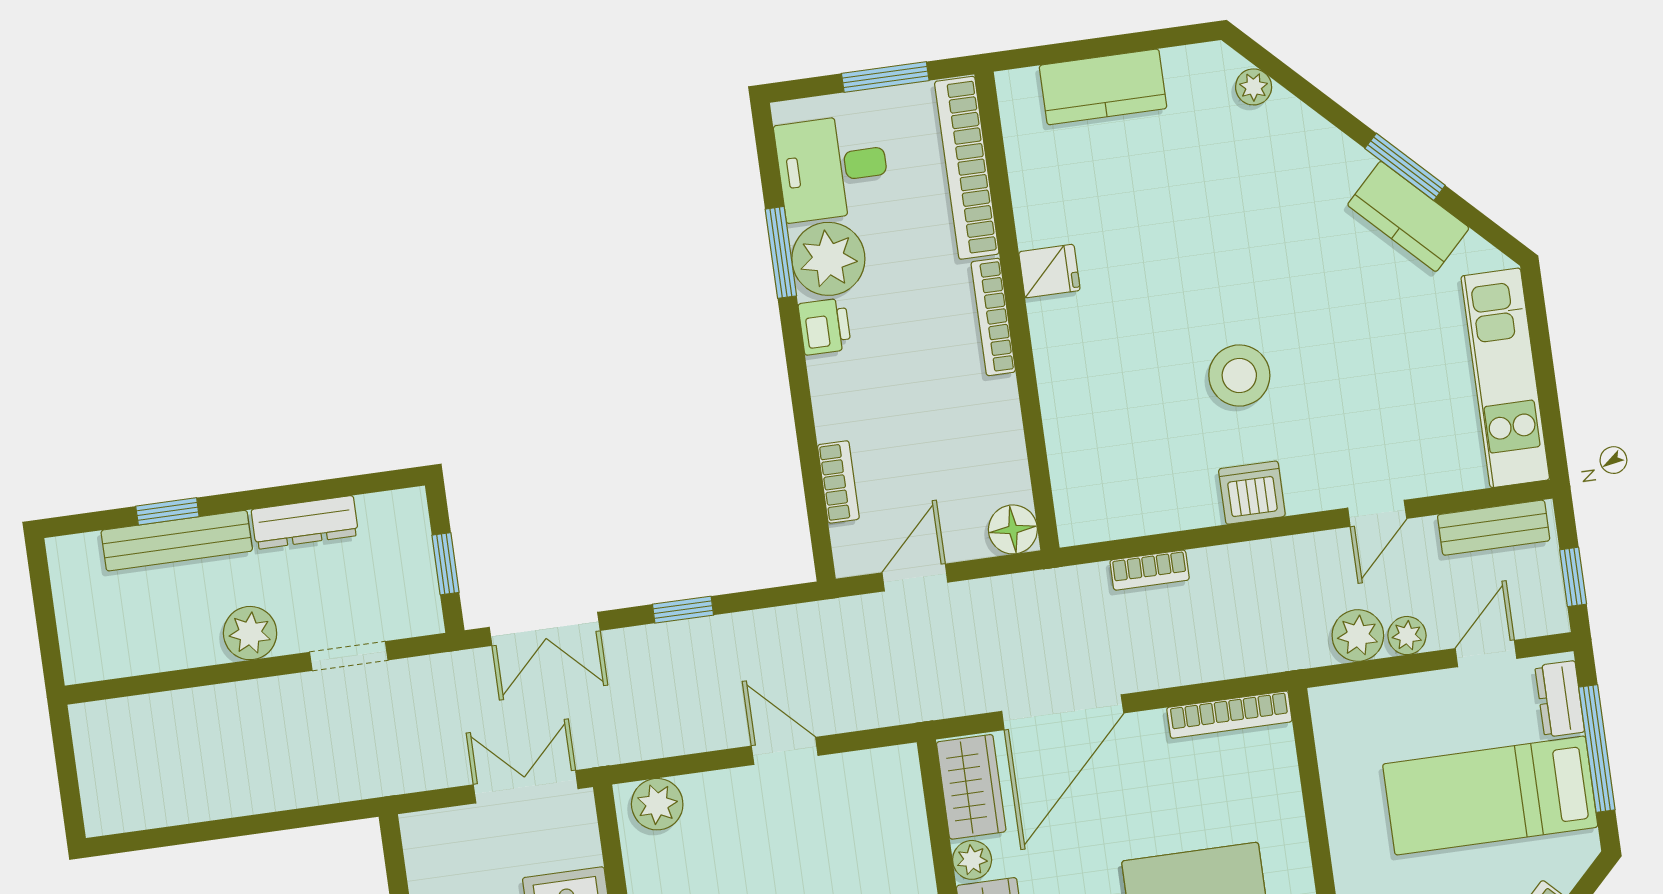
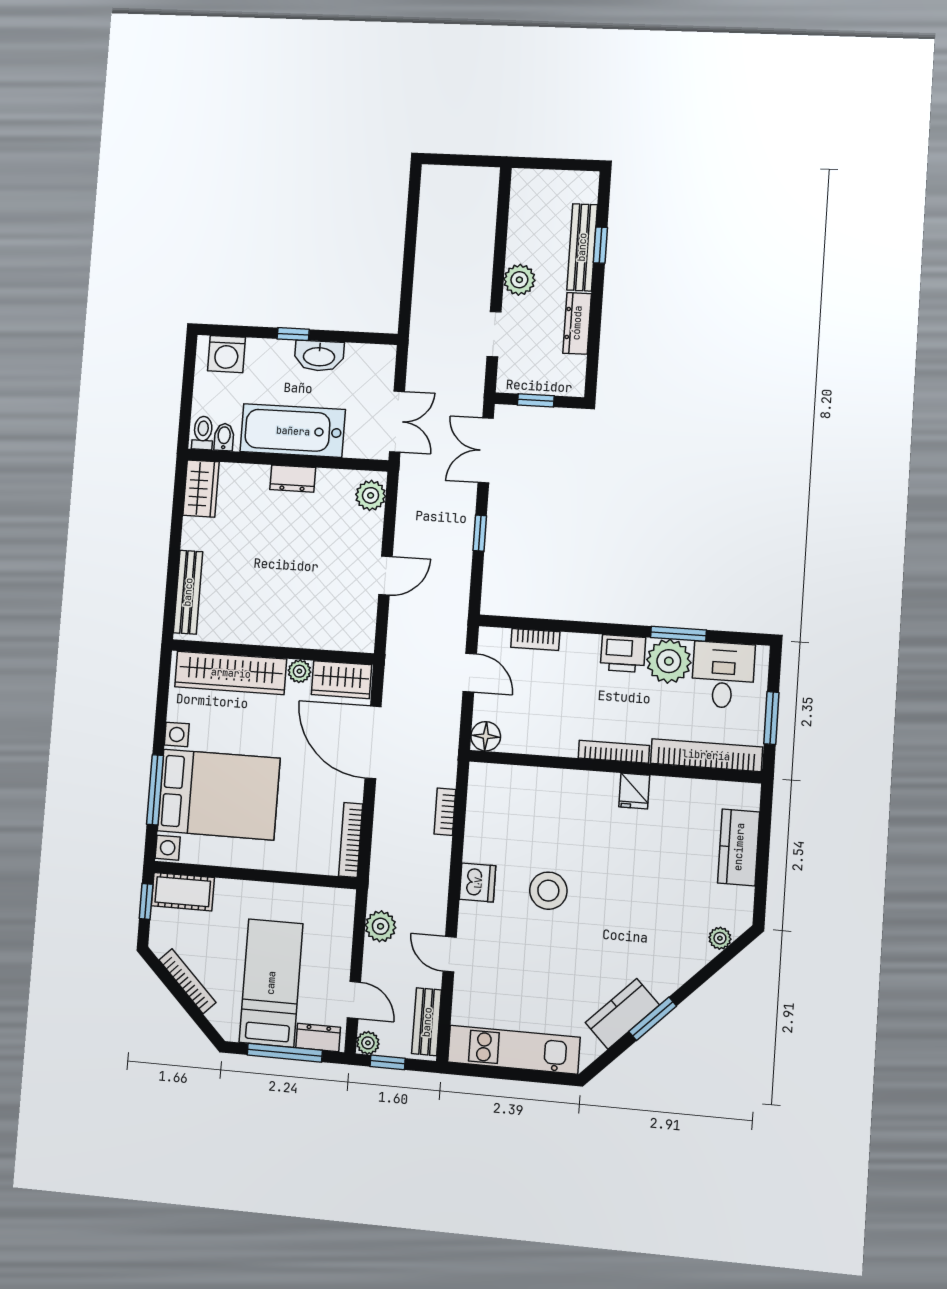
printer: (825, 326) -> (623, 654), width x1.36, depth x1.24
plant: (1407, 636) -> (368, 1043), moved

